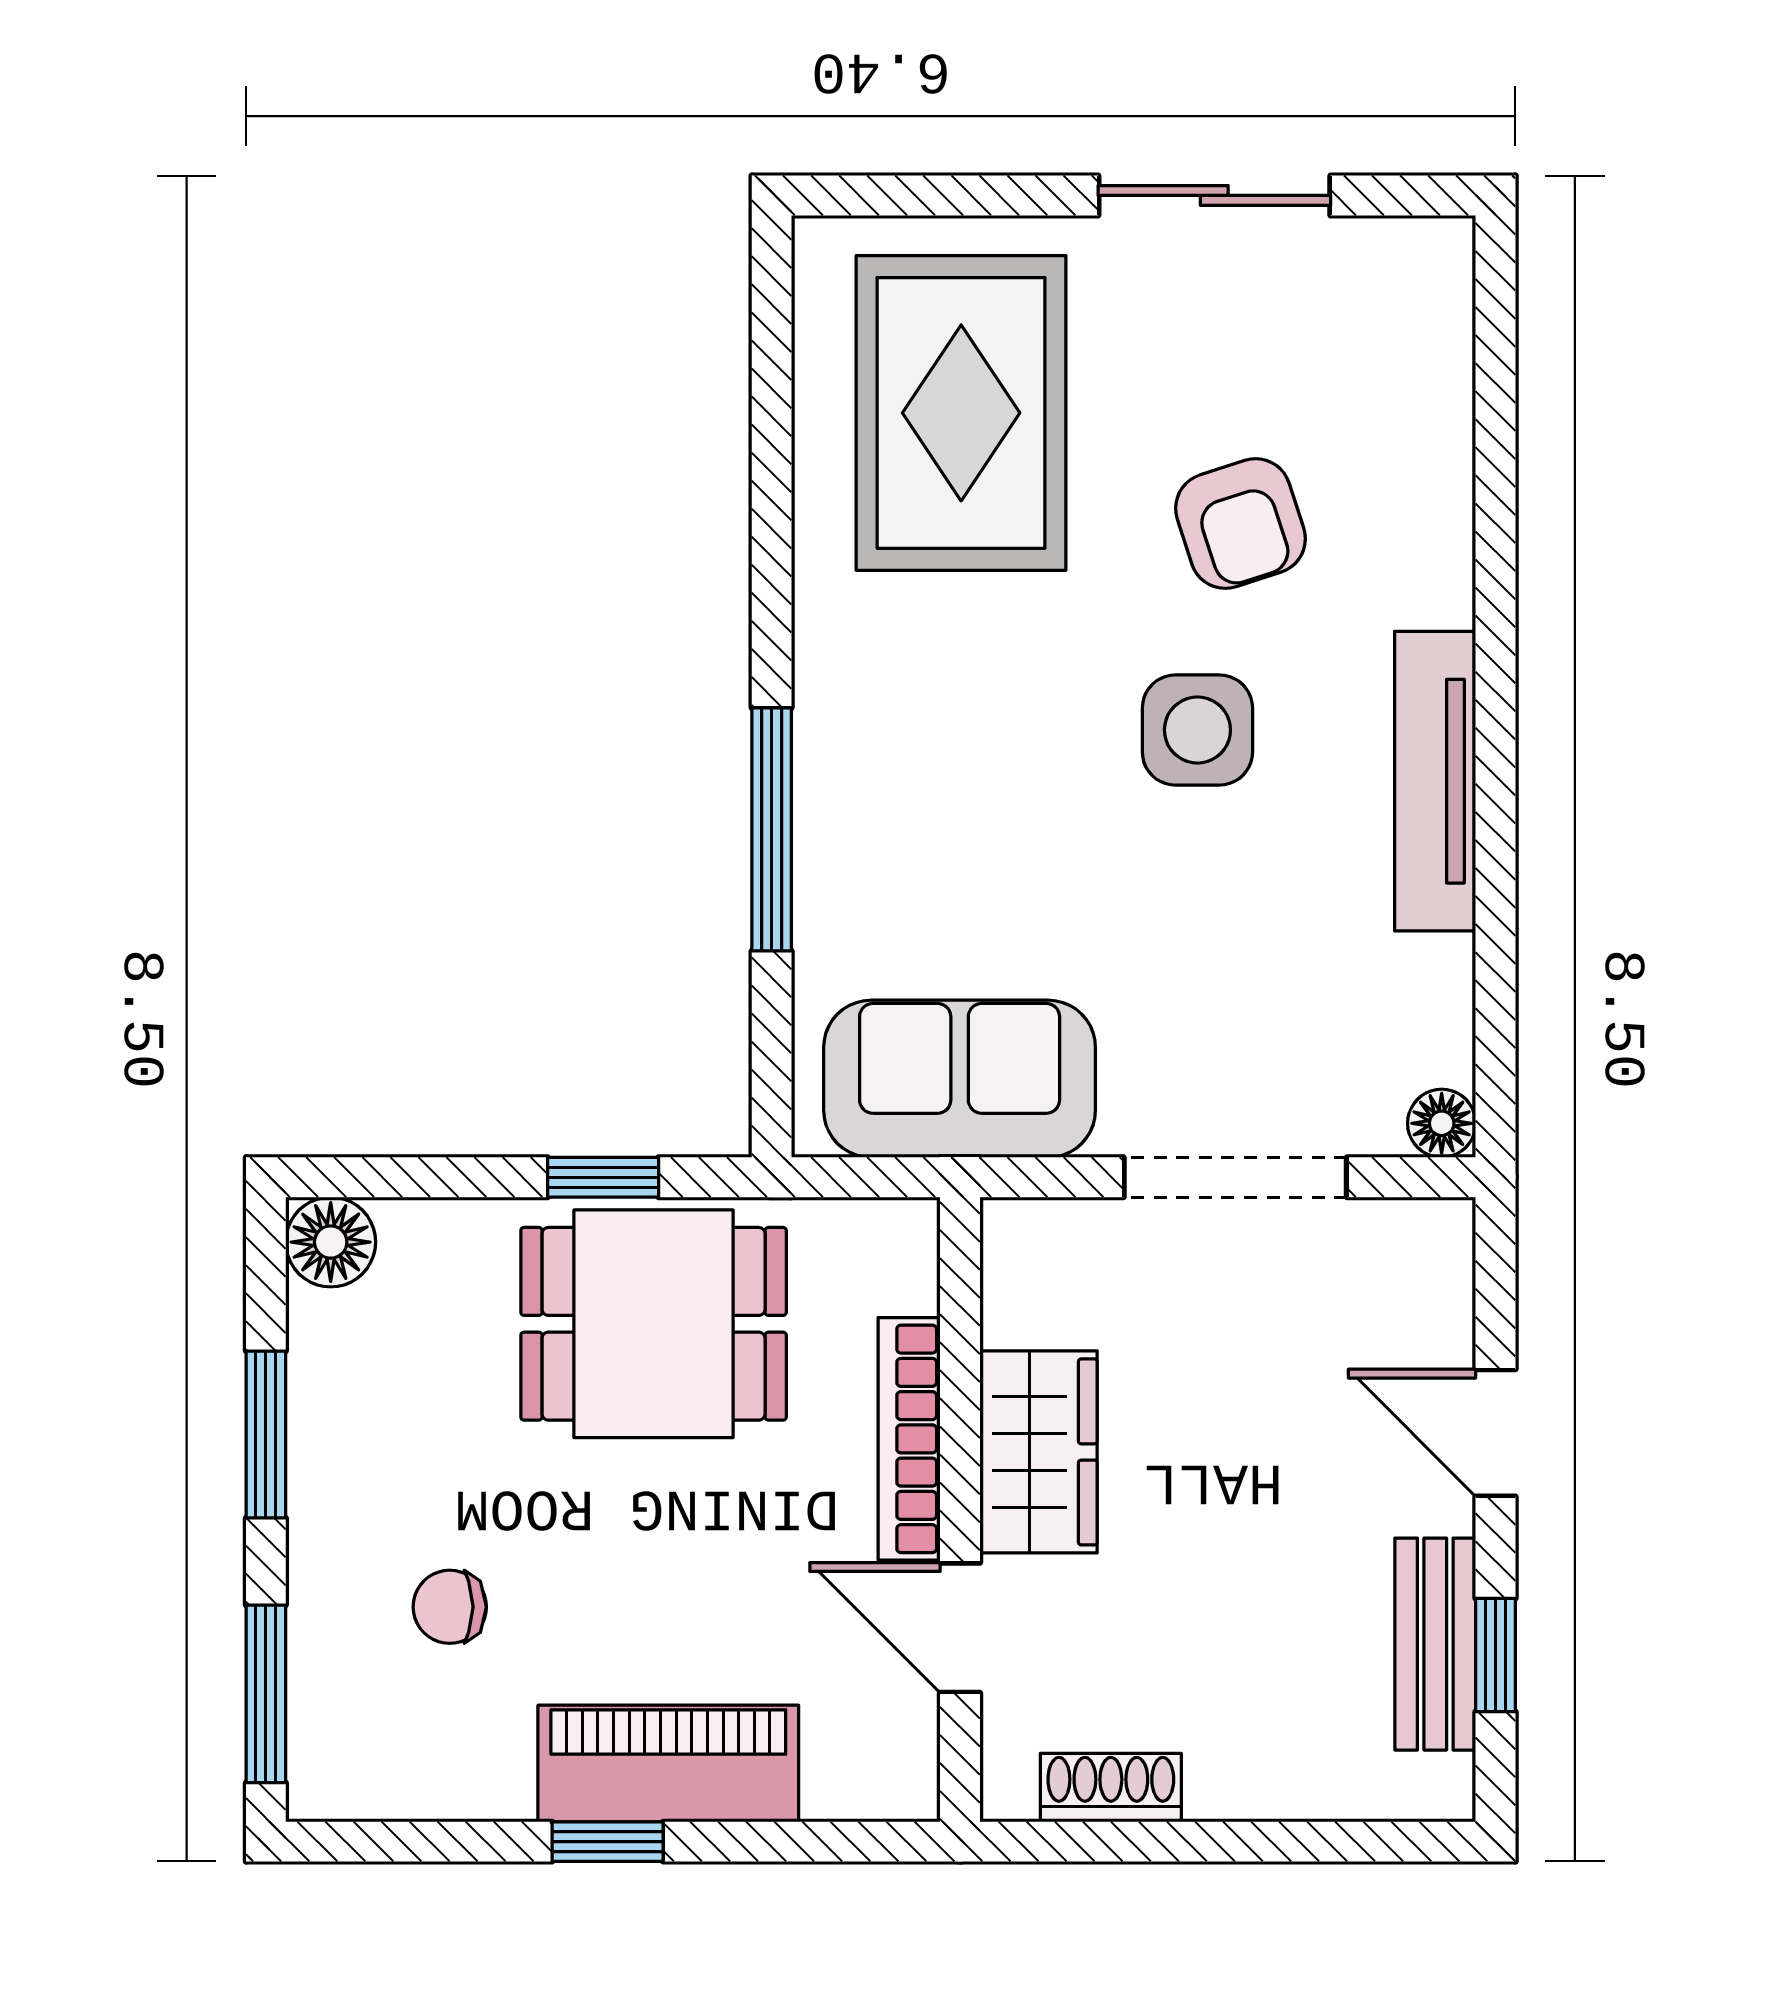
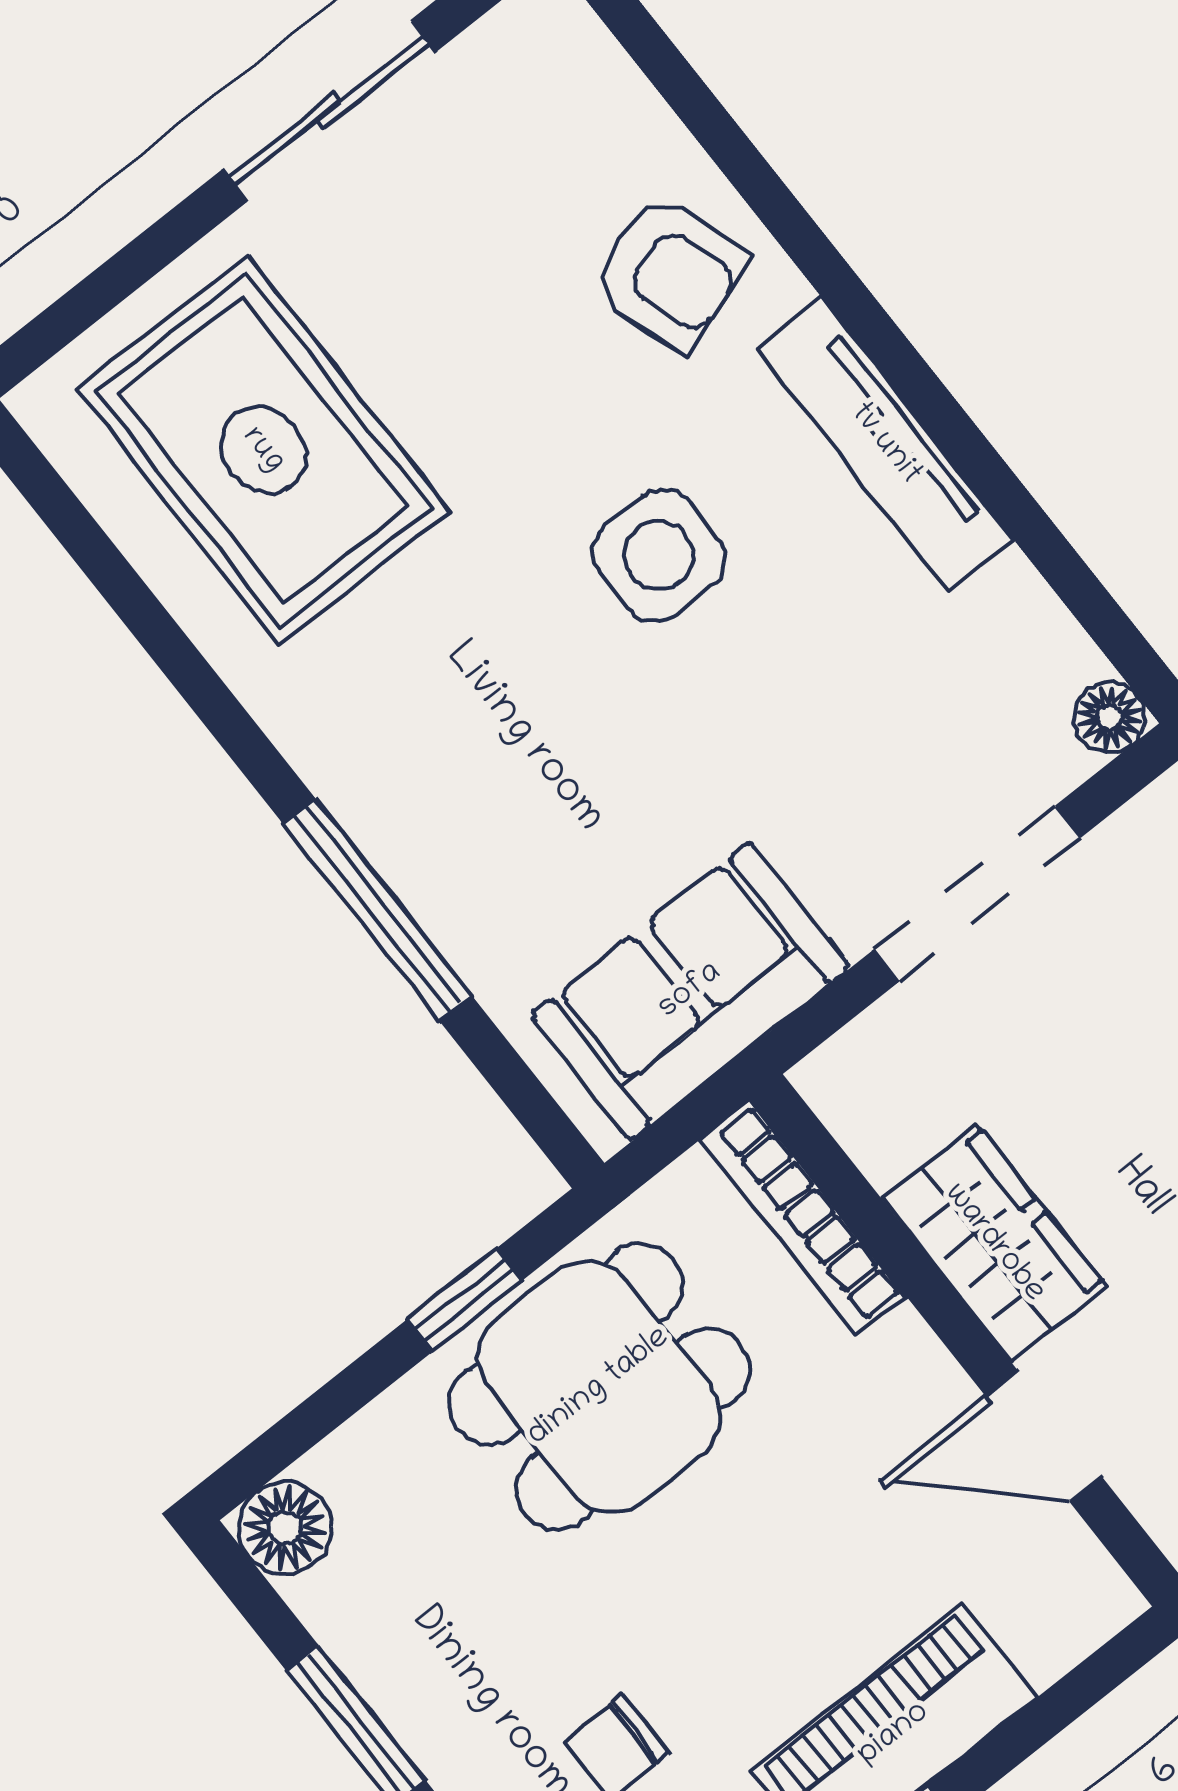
armchair: (1240, 524) -> (669, 272), moved
bookcase: (909, 1439) -> (803, 1218), moved

